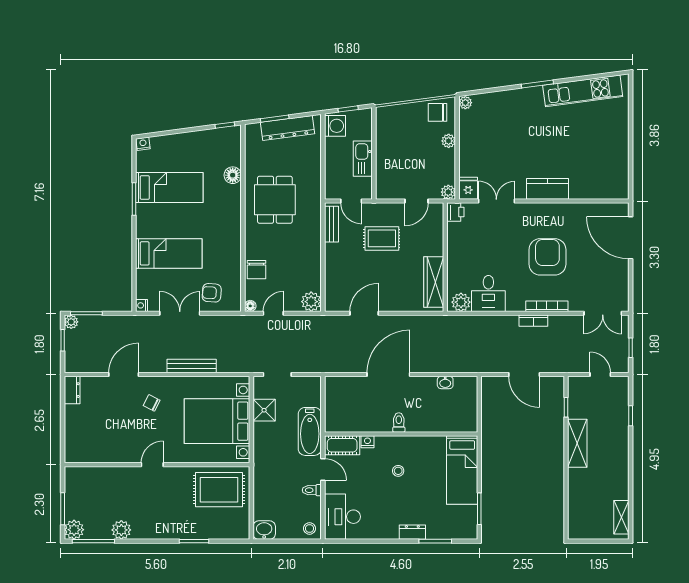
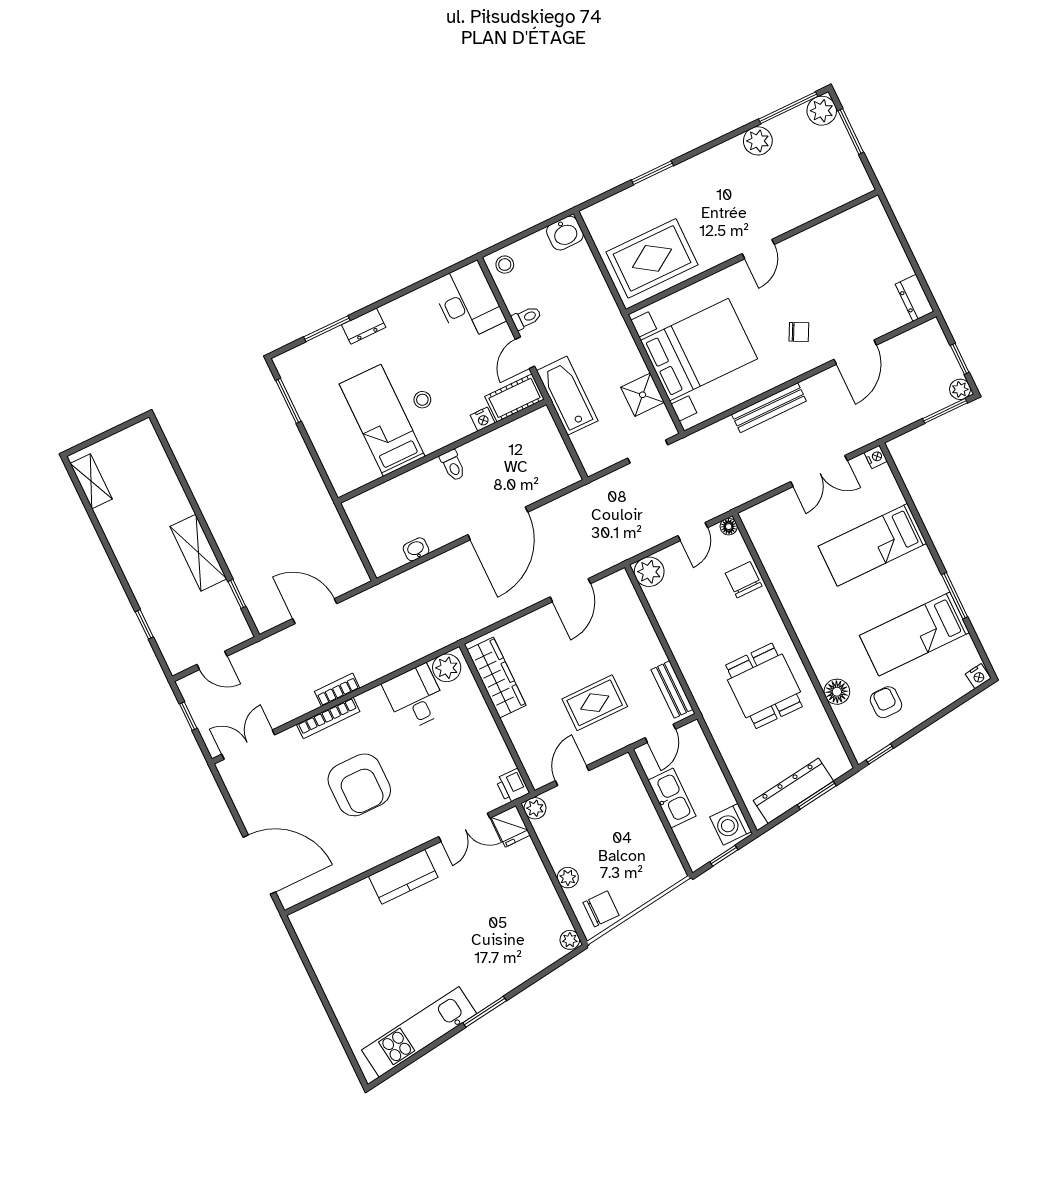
door: (351, 201) -> (660, 733), swing flipped
armchair: (212, 293) -> (886, 702), moved, turned -94
door: (323, 470) -> (525, 353), hinge flipped
bed: (462, 470) -> (382, 420), moved

